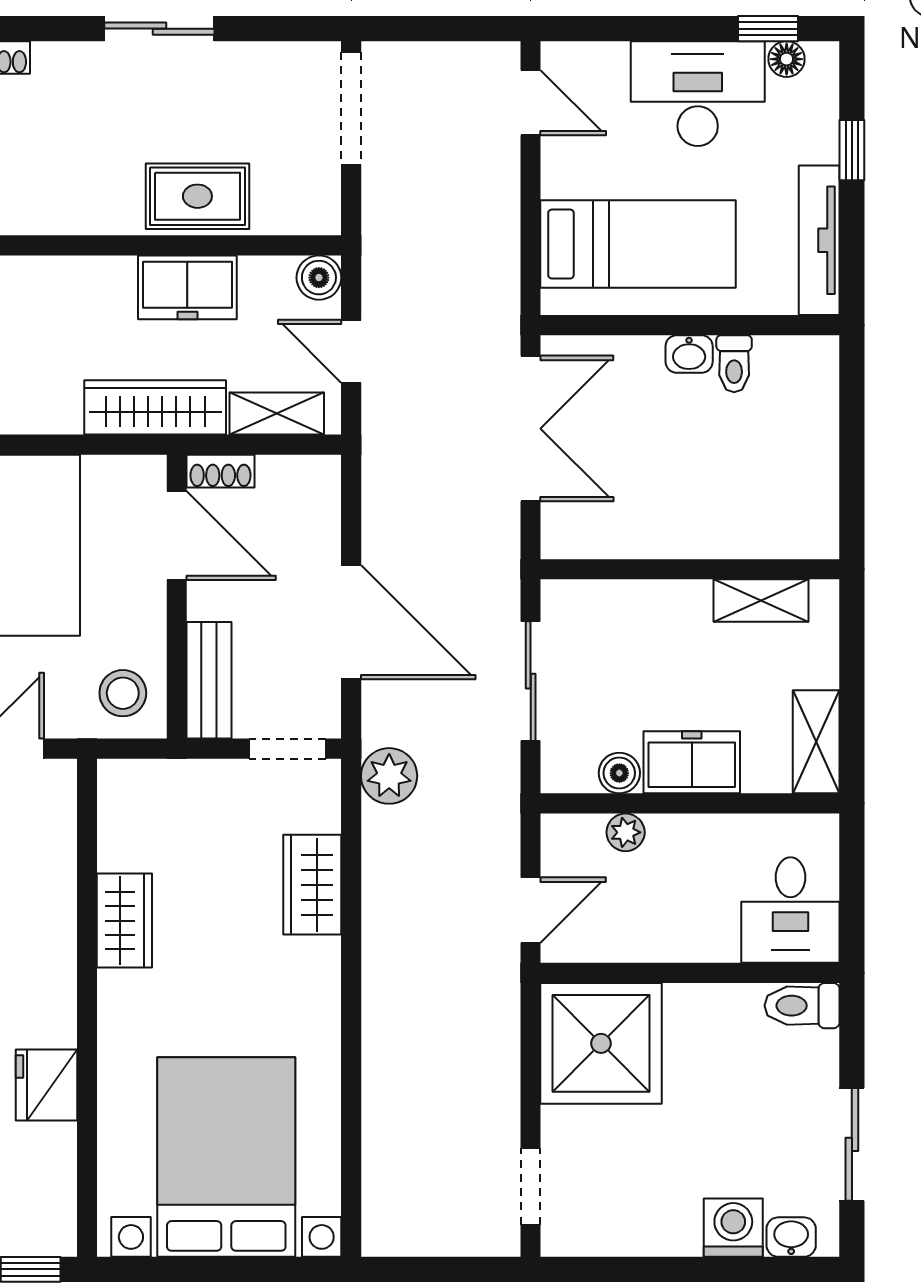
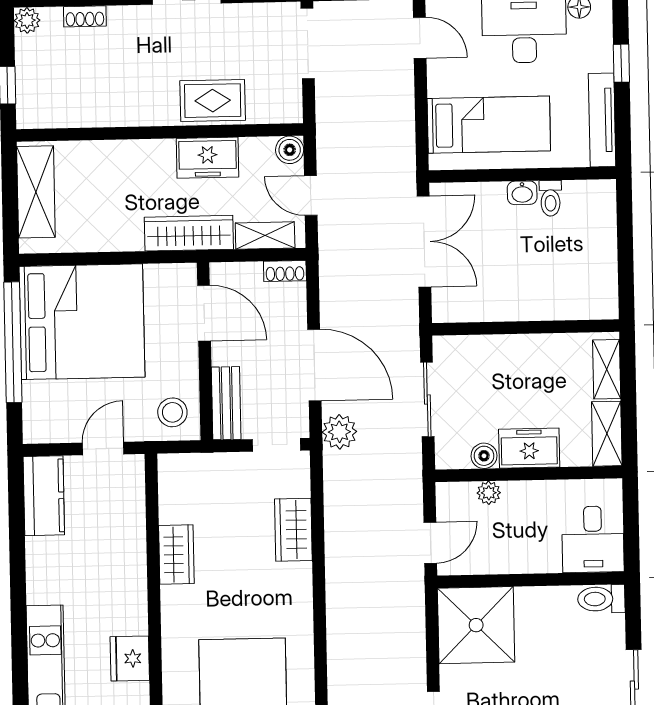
shoe rack: (221, 471) -> (285, 271), moved
shelving: (761, 601) -> (607, 369), moved, turned 90
plant: (389, 776) -> (339, 432), moved

